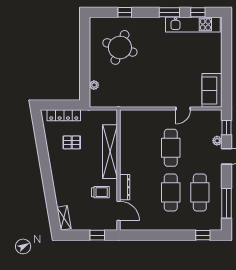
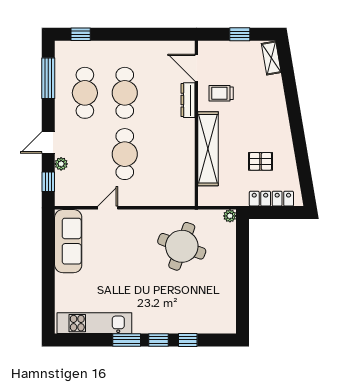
window: (198, 12) -> (159, 340), moved
round table: (120, 47) -> (182, 246), moved
plant: (94, 85) -> (230, 216), moved
sofa: (212, 90) -> (68, 241), width x1.36
window: (97, 235) -> (240, 34), moved

